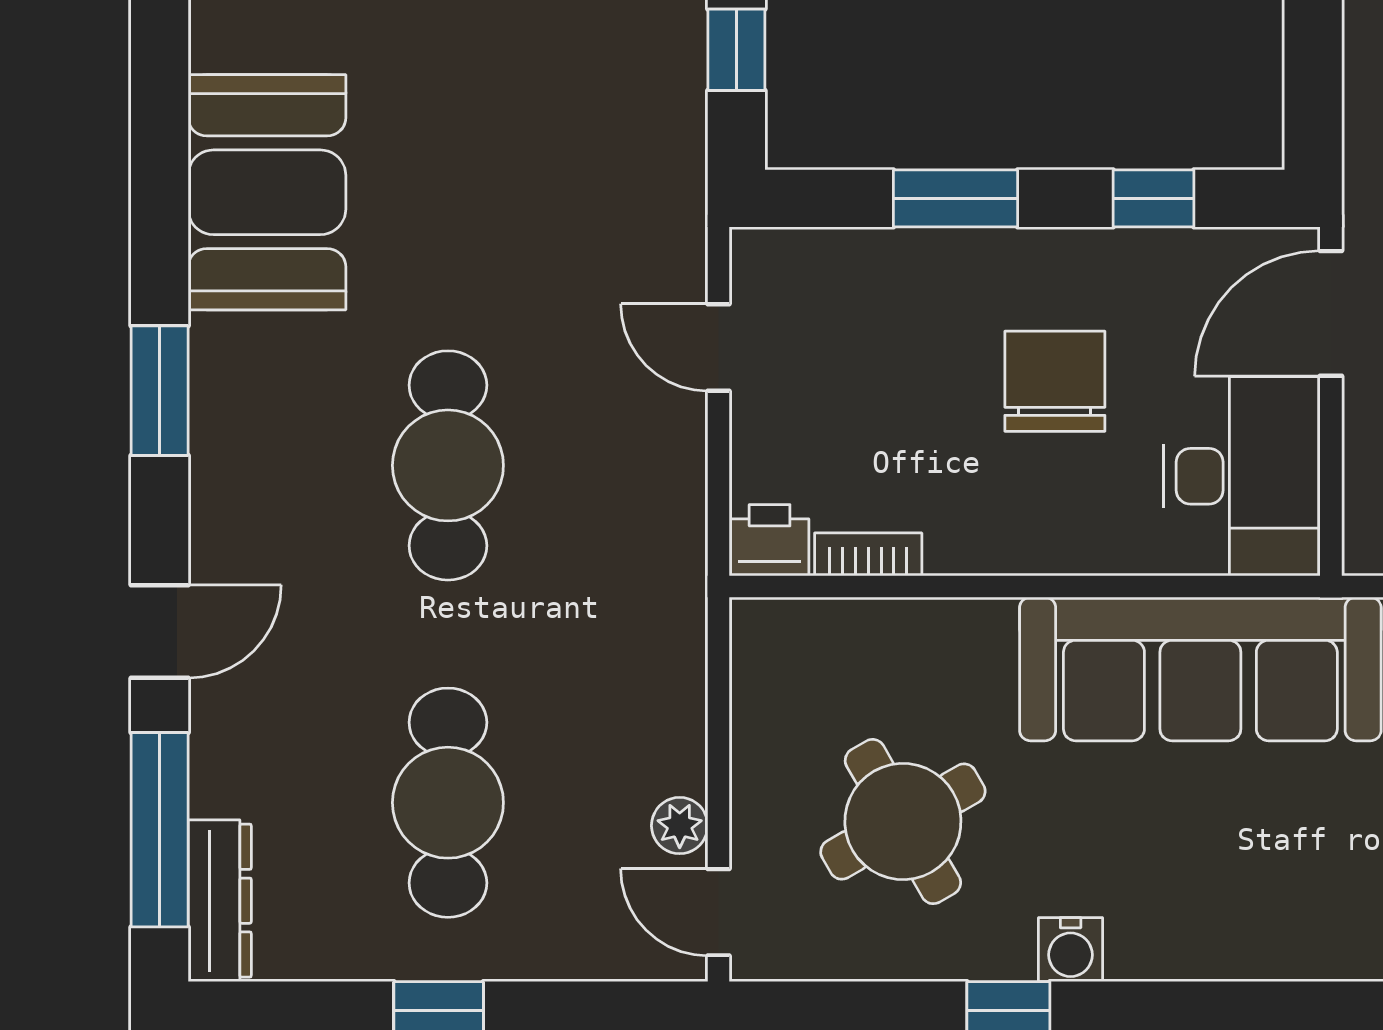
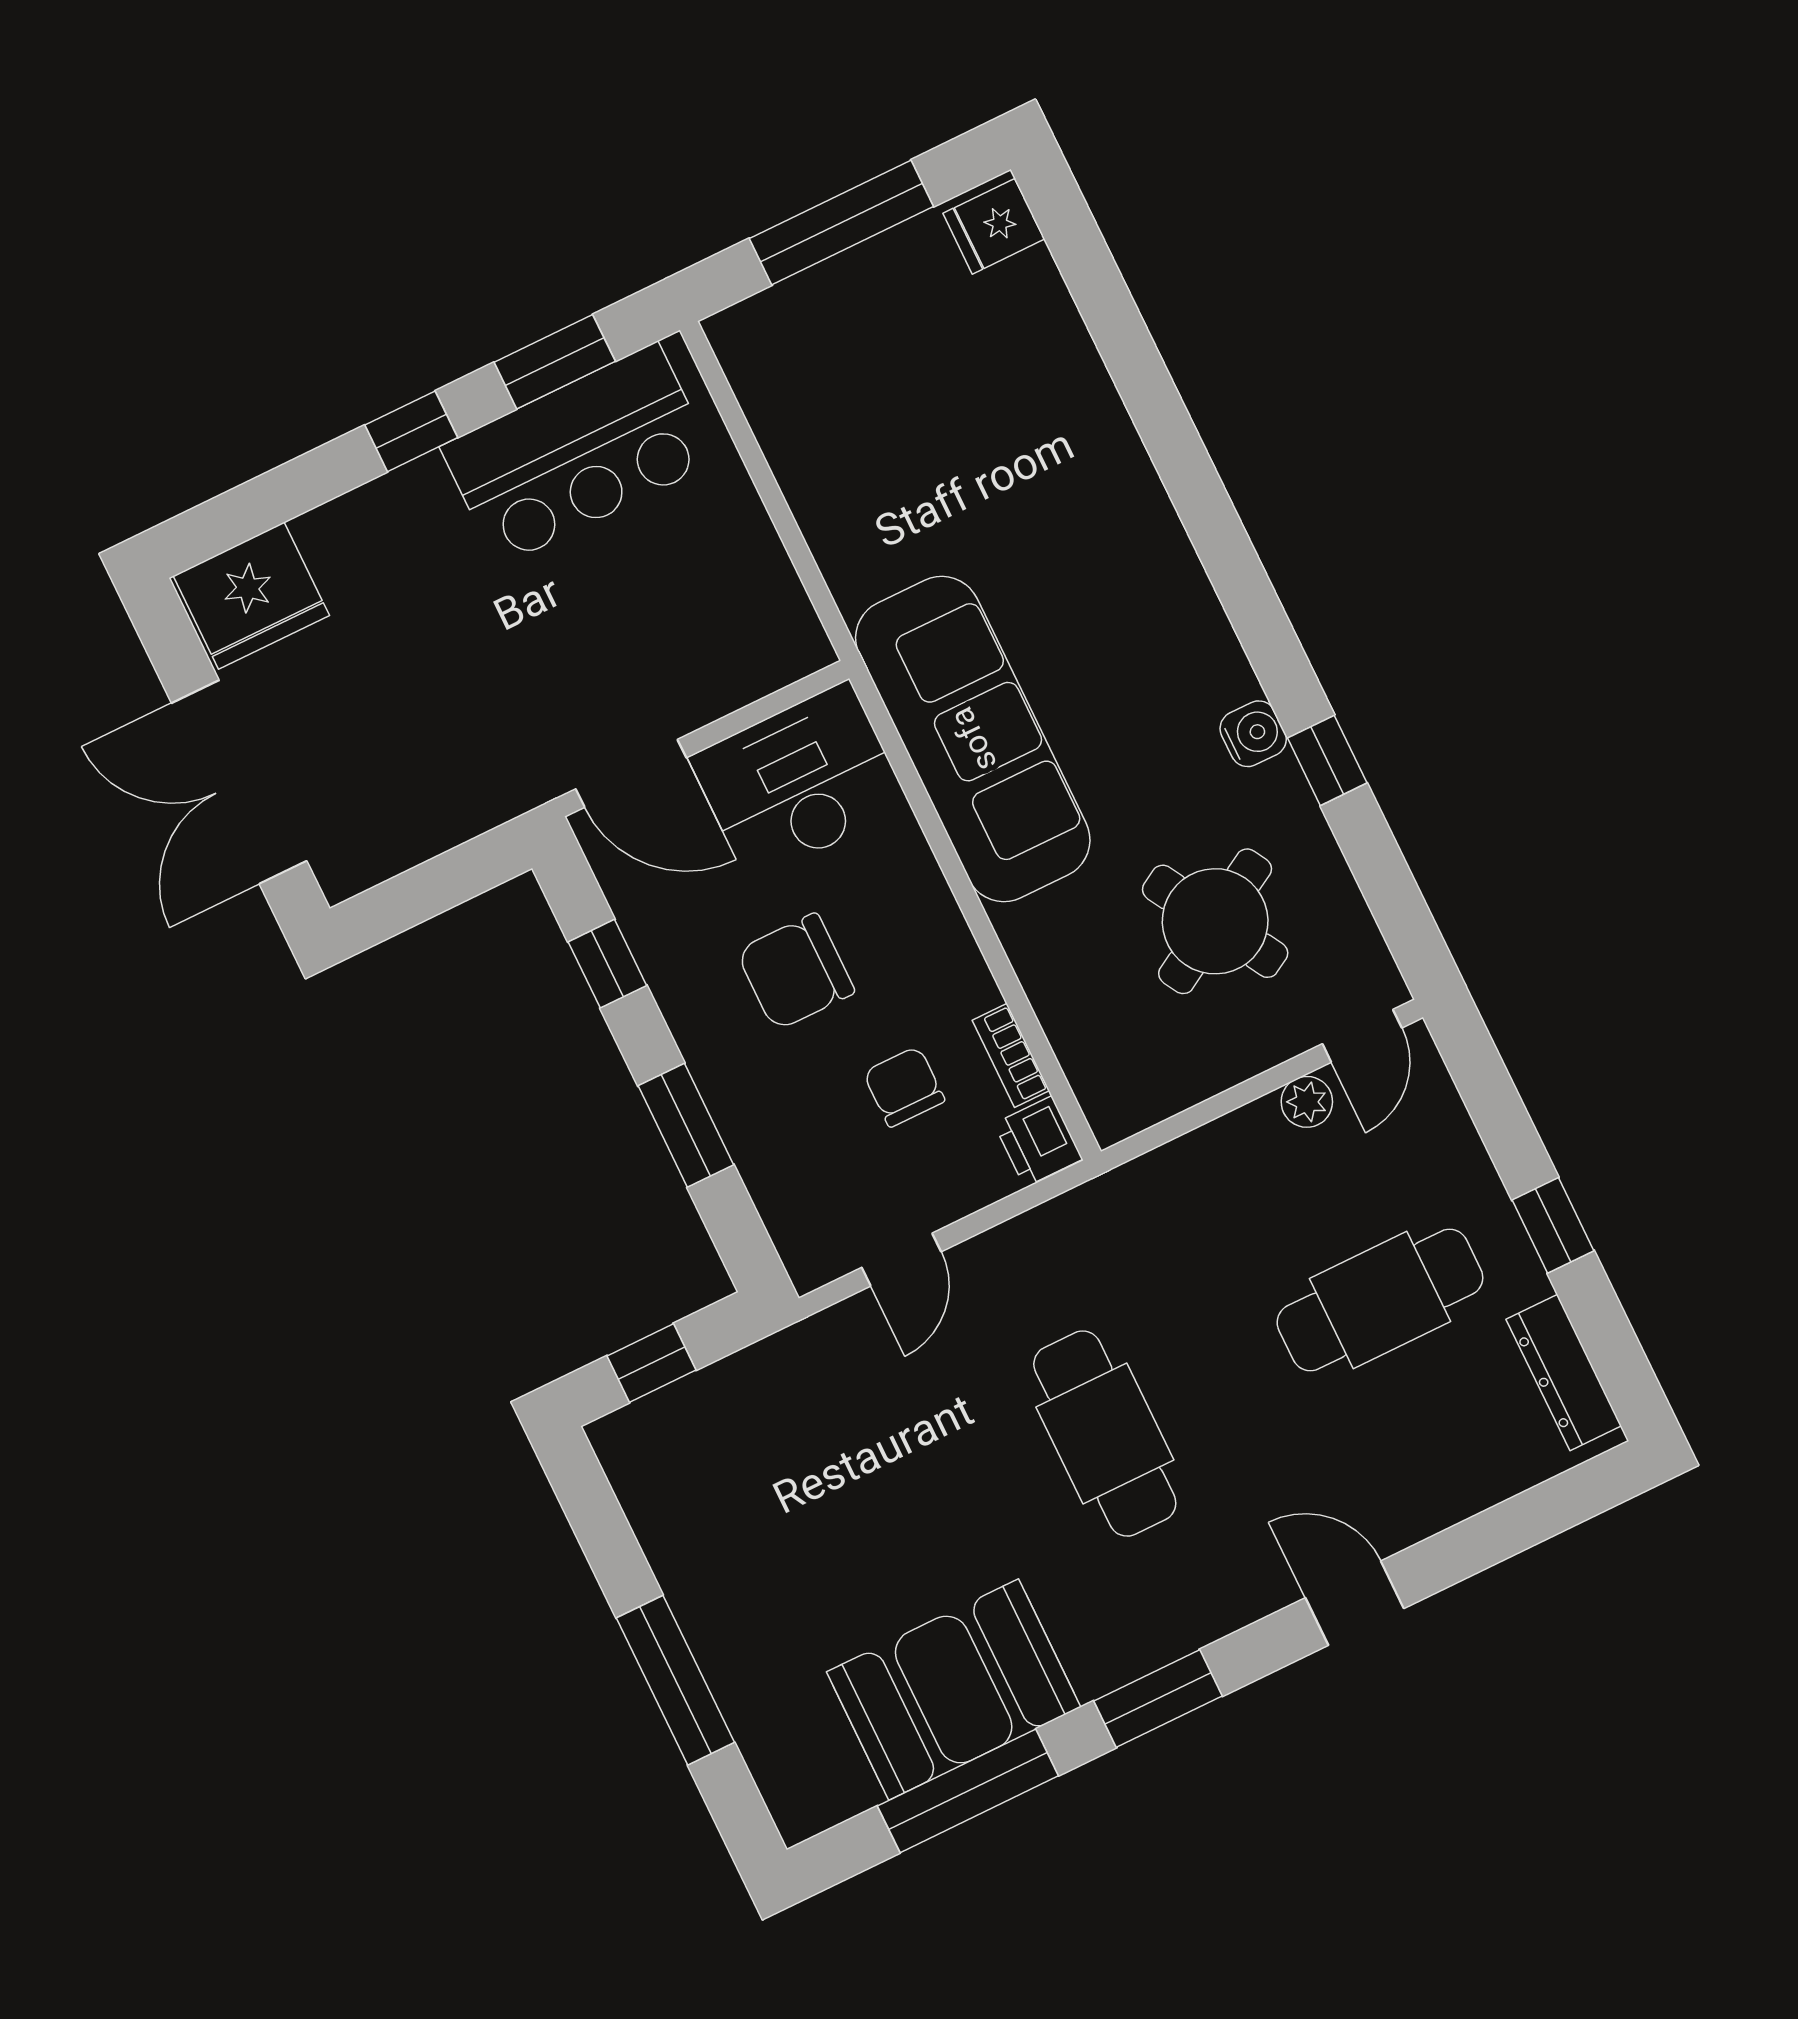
chair: (889, 433) -> (904, 1087), added
cafe table: (448, 465) -> (1105, 1434), turned 90
window: (160, 830) -> (968, 1791), moved
dresser: (220, 901) -> (1564, 1372), moved, turned -90

